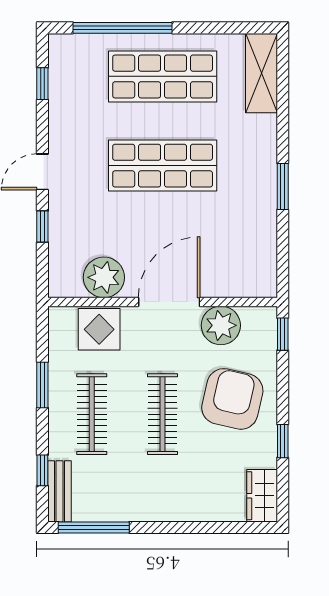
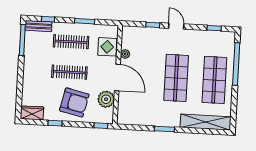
shelving: (261, 73) -> (206, 122), width x1.47
plant: (104, 277) -> (125, 54), width x0.53, depth x0.53

